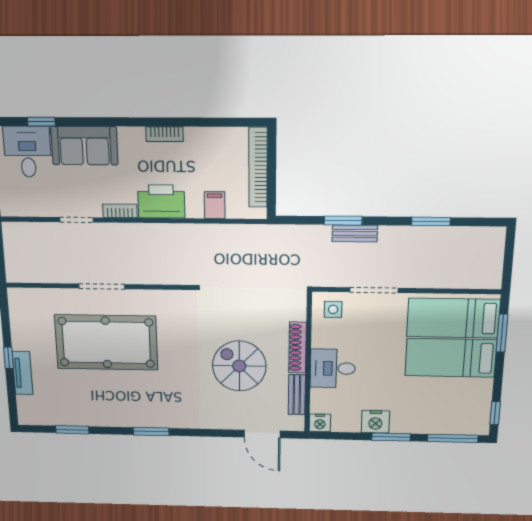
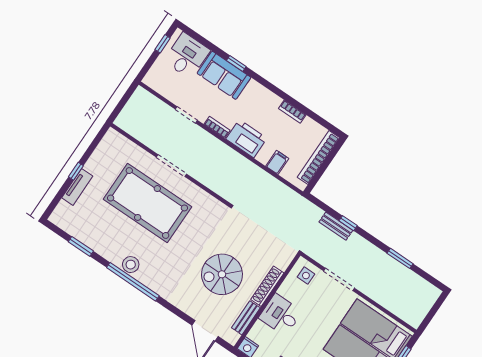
window: (41, 122) -> (236, 63), moved
bookcase: (165, 134) -> (292, 112), moved
window: (343, 221) -> (348, 223), width x0.67
bench: (355, 233) -> (336, 226), moved
spiral stairs: (239, 366) -> (222, 274), turned -90
stool: (136, 416) -> (131, 265), added
window: (151, 432) -> (133, 282), width x2.11

